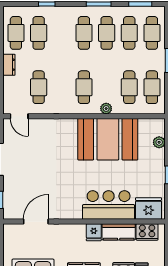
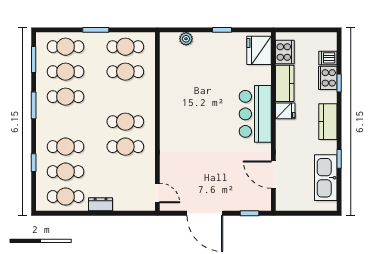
cafe table: (84, 33) -> (66, 147), moved
cafe table: (39, 87) -> (125, 147), moved
plant: (106, 109) -> (149, 97), removed
door: (19, 116) -> (157, 193), hinge flipped
booth: (108, 139) -> (183, 95), removed
bar counter: (109, 205) -> (255, 114), moved

